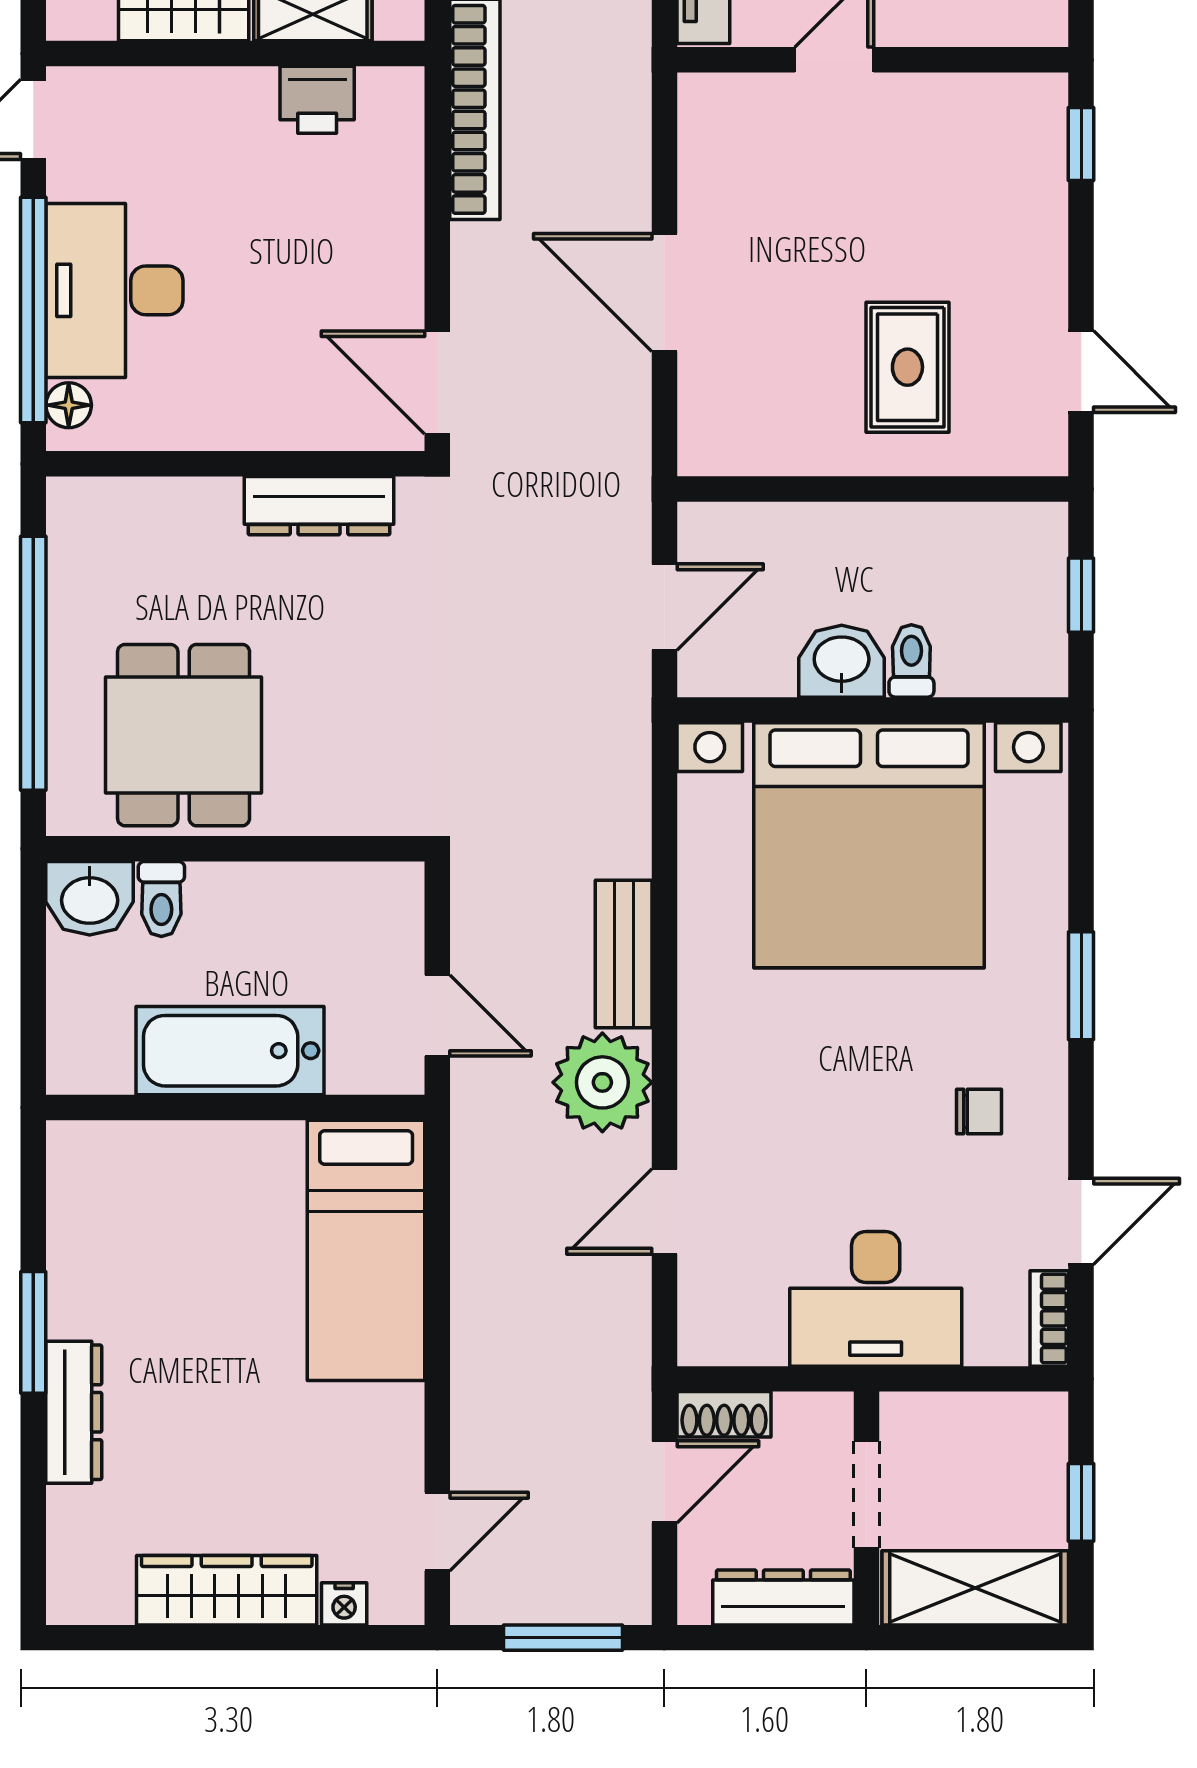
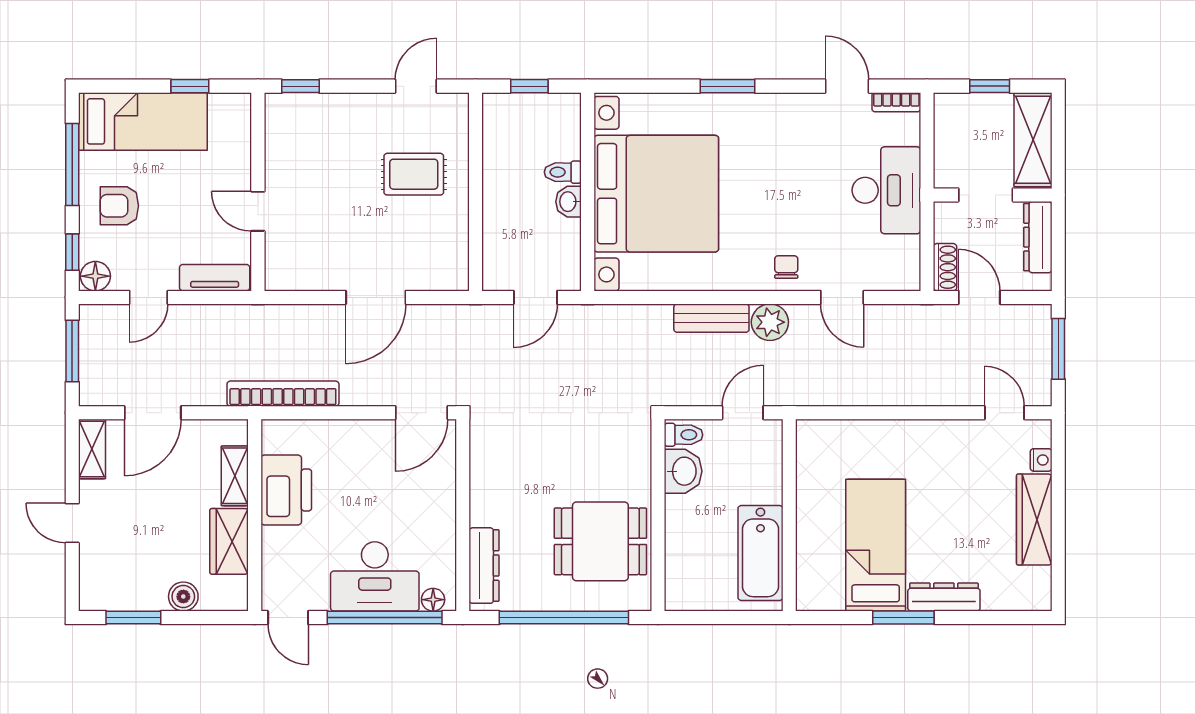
printer: (317, 100) -> (286, 490), width x1.87, depth x1.48
dresser: (319, 506) -> (484, 566), moved
door: (664, 607) -> (535, 297), swing flipped
washbasin: (842, 661) -> (569, 202), width x0.72, depth x0.69
washbasin: (90, 898) -> (683, 471), moved
toilet: (161, 899) -> (684, 435), moved
bathtub: (230, 1051) -> (760, 553), moved
plant: (602, 1082) -> (770, 322), width x0.73, depth x0.73
chair: (979, 1111) -> (786, 267), moved
bed: (366, 1250) -> (876, 545), moved, turned -90

